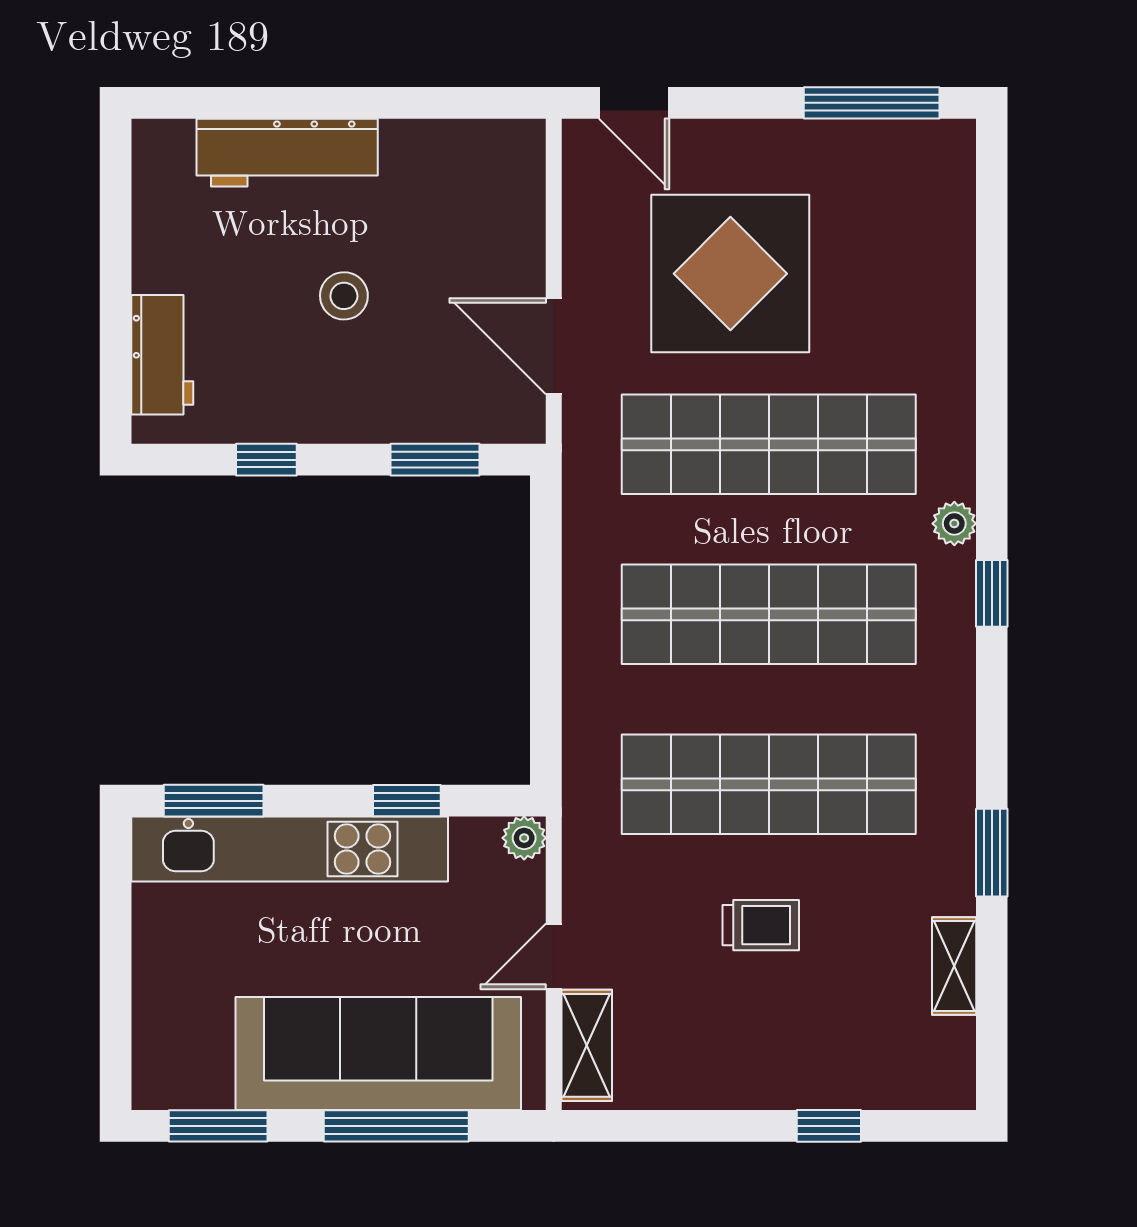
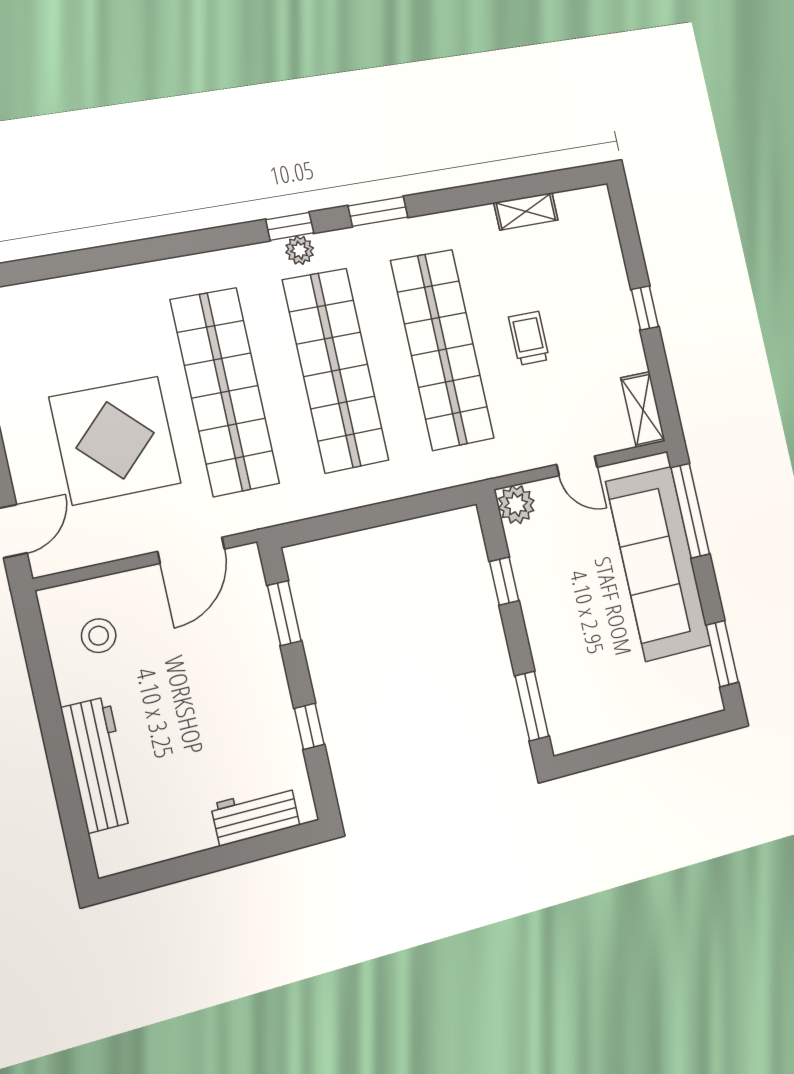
stool: (344, 296) -> (99, 636), moved
plant: (954, 524) -> (300, 250), moved
plant: (524, 838) -> (516, 504), width x1.38, depth x1.38
kitchen unit: (290, 849) -> (550, 650), removed
window: (992, 853) -> (378, 211), moved
shelving: (587, 1045) -> (643, 410), moved, turned 90
window: (396, 1126) -> (690, 511), moved
window: (829, 1126) -> (645, 308), moved

